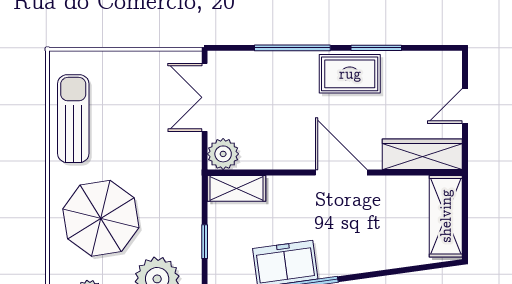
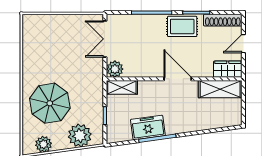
shoe rack: (426, 62) -> (223, 20), added
sun lounger: (73, 119) -> (35, 50), removed
wardrobe: (422, 154) -> (228, 69), width x0.67
shelving: (446, 216) -> (220, 89), moved, turned 90

